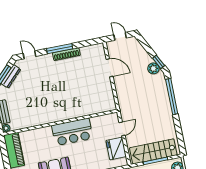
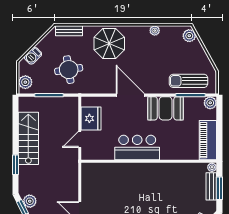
window: (172, 97) -> (16, 165), width x0.47
stairs: (153, 151) -> (28, 138), moved, turned -90

